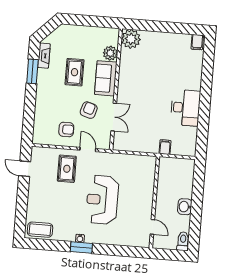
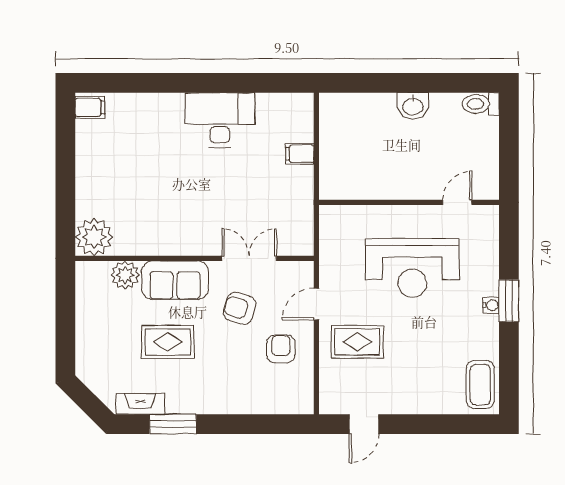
wall: (154, 202) -> (409, 202), moved
door: (152, 227) -> (457, 202), moved

